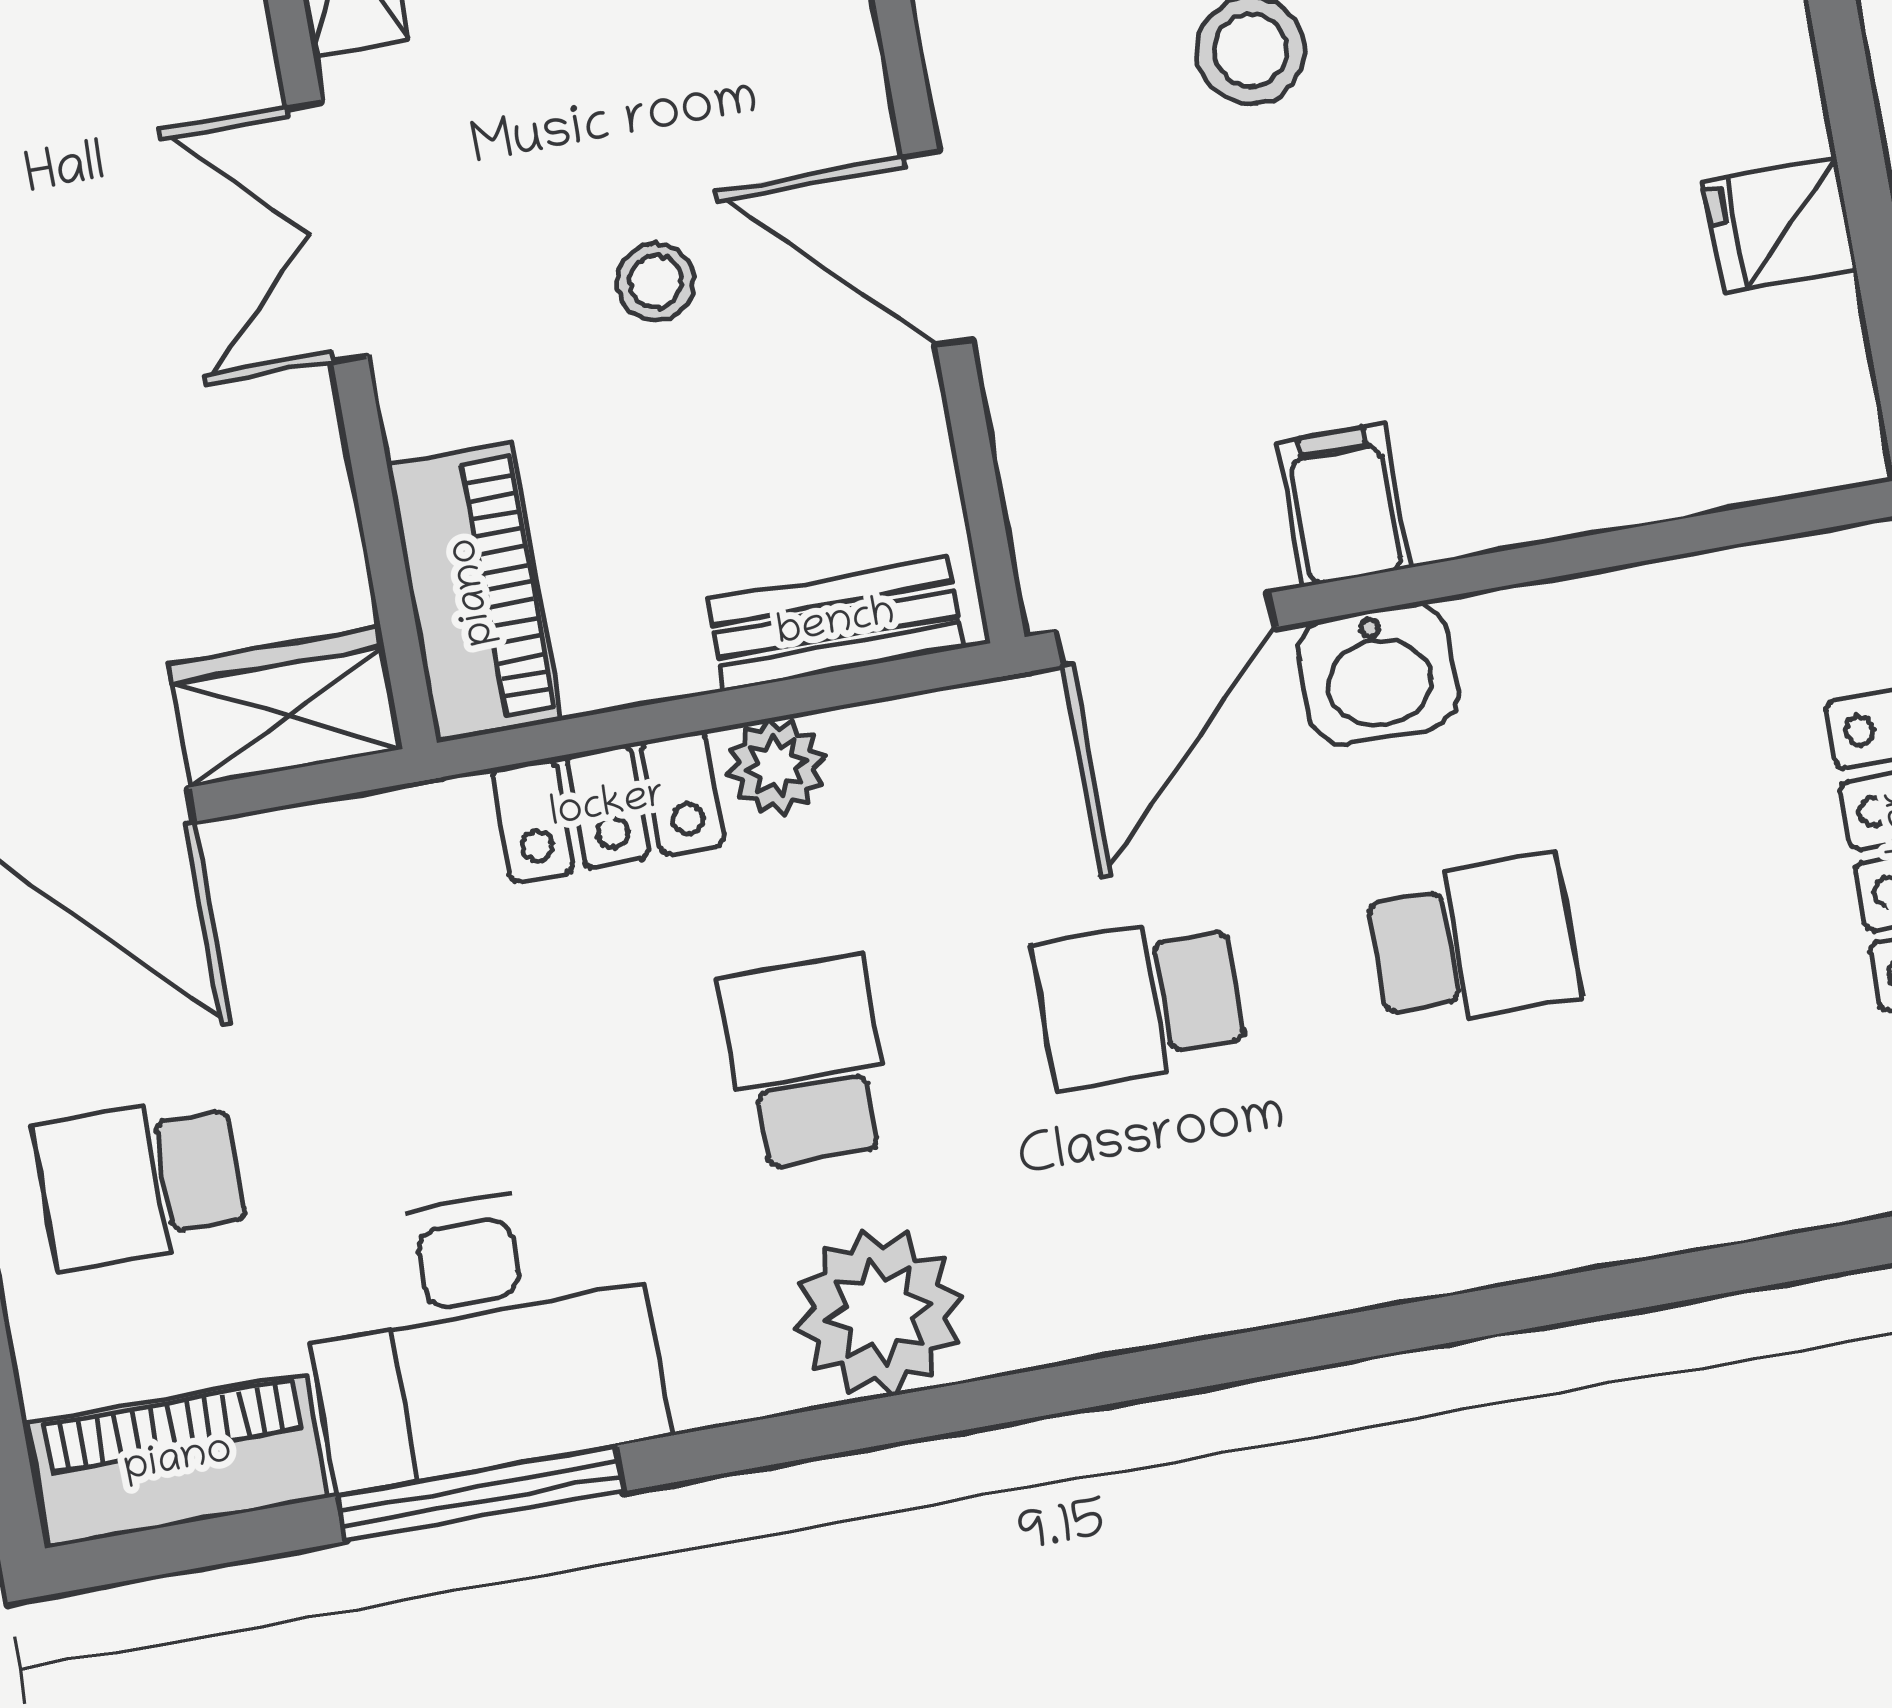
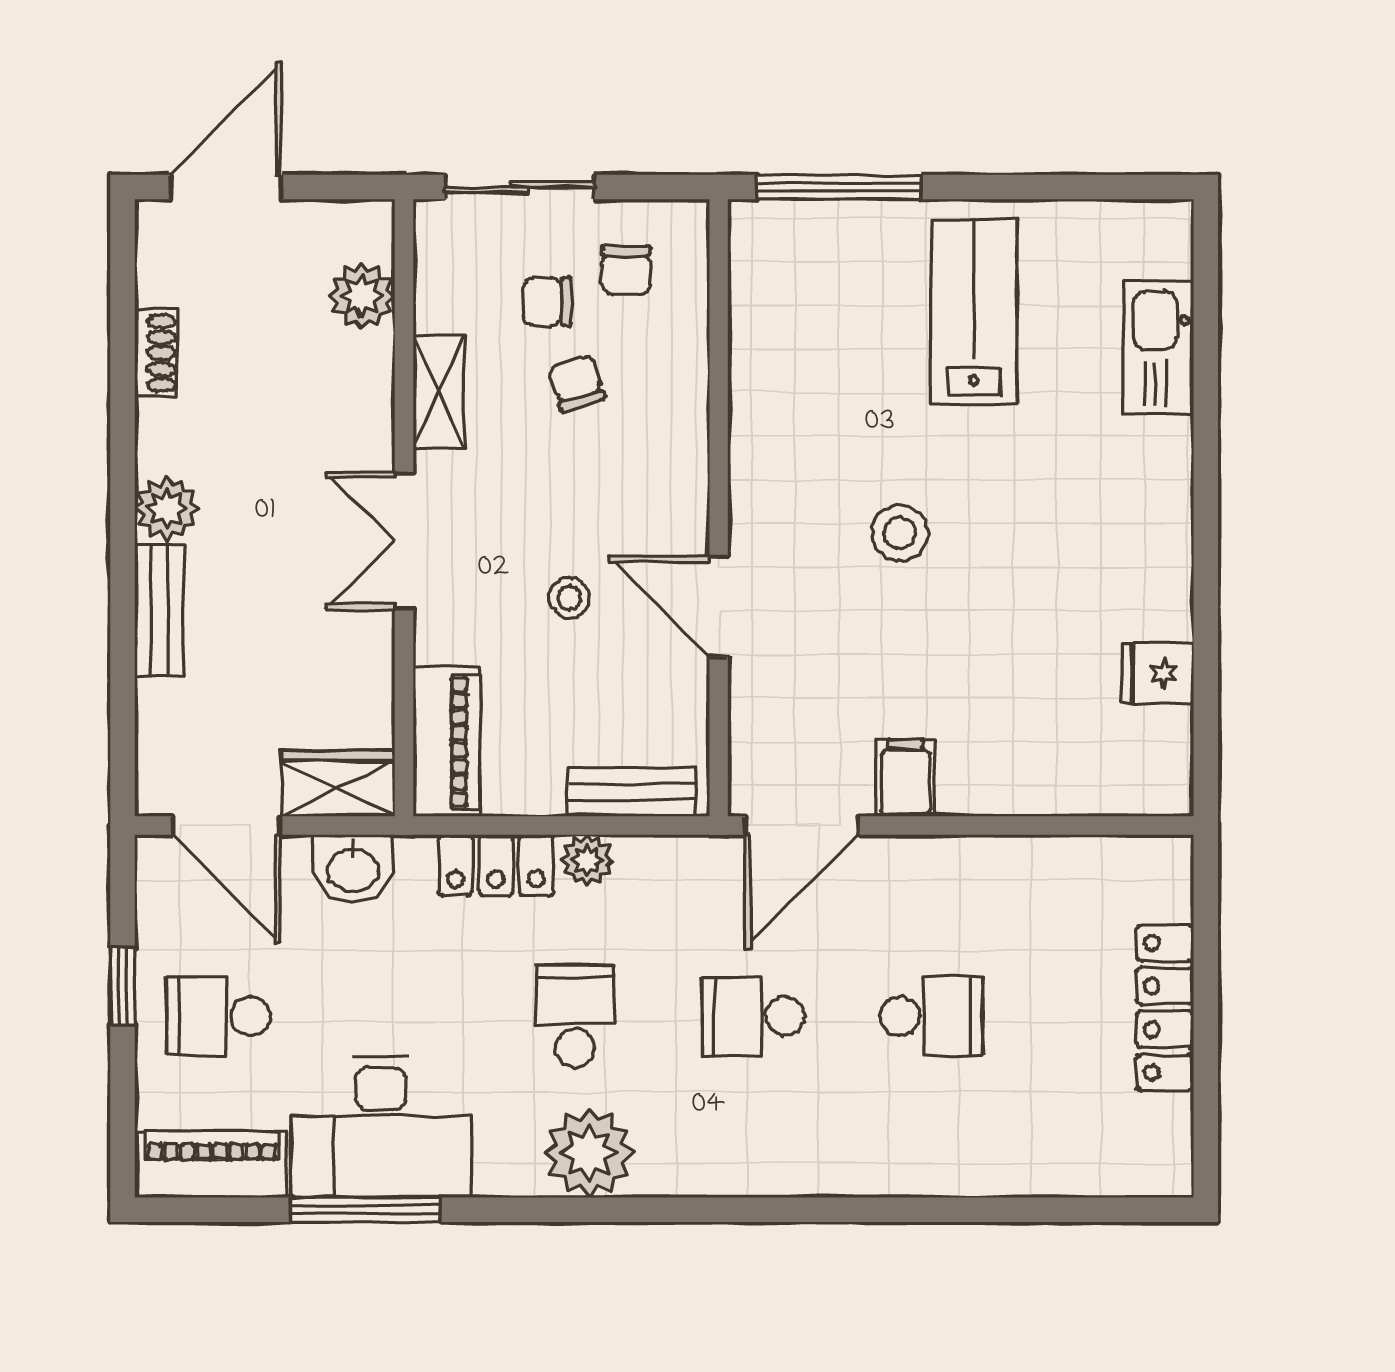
washbasin: (1378, 674) -> (353, 868), moved

